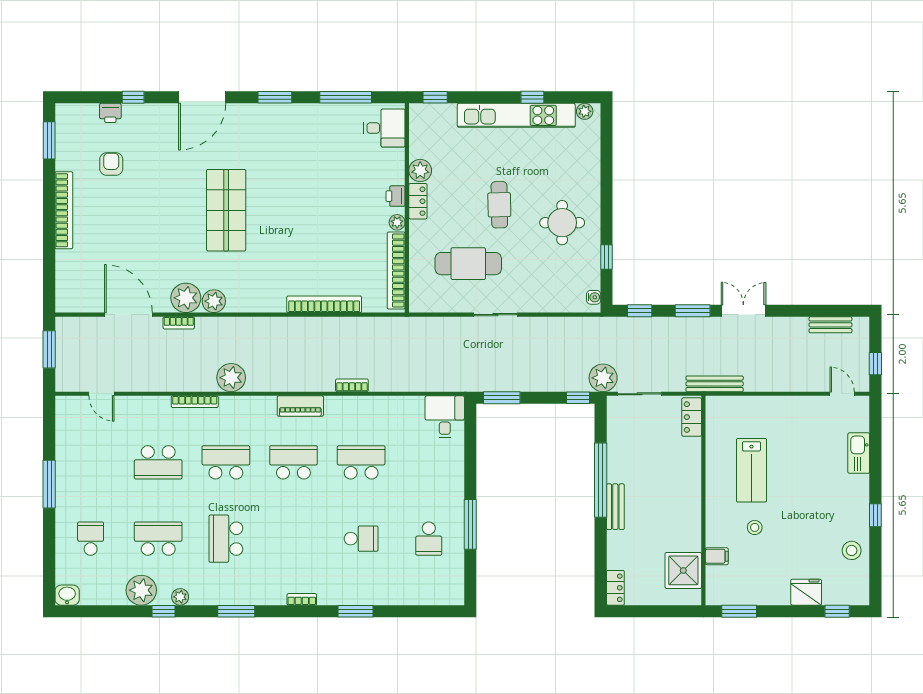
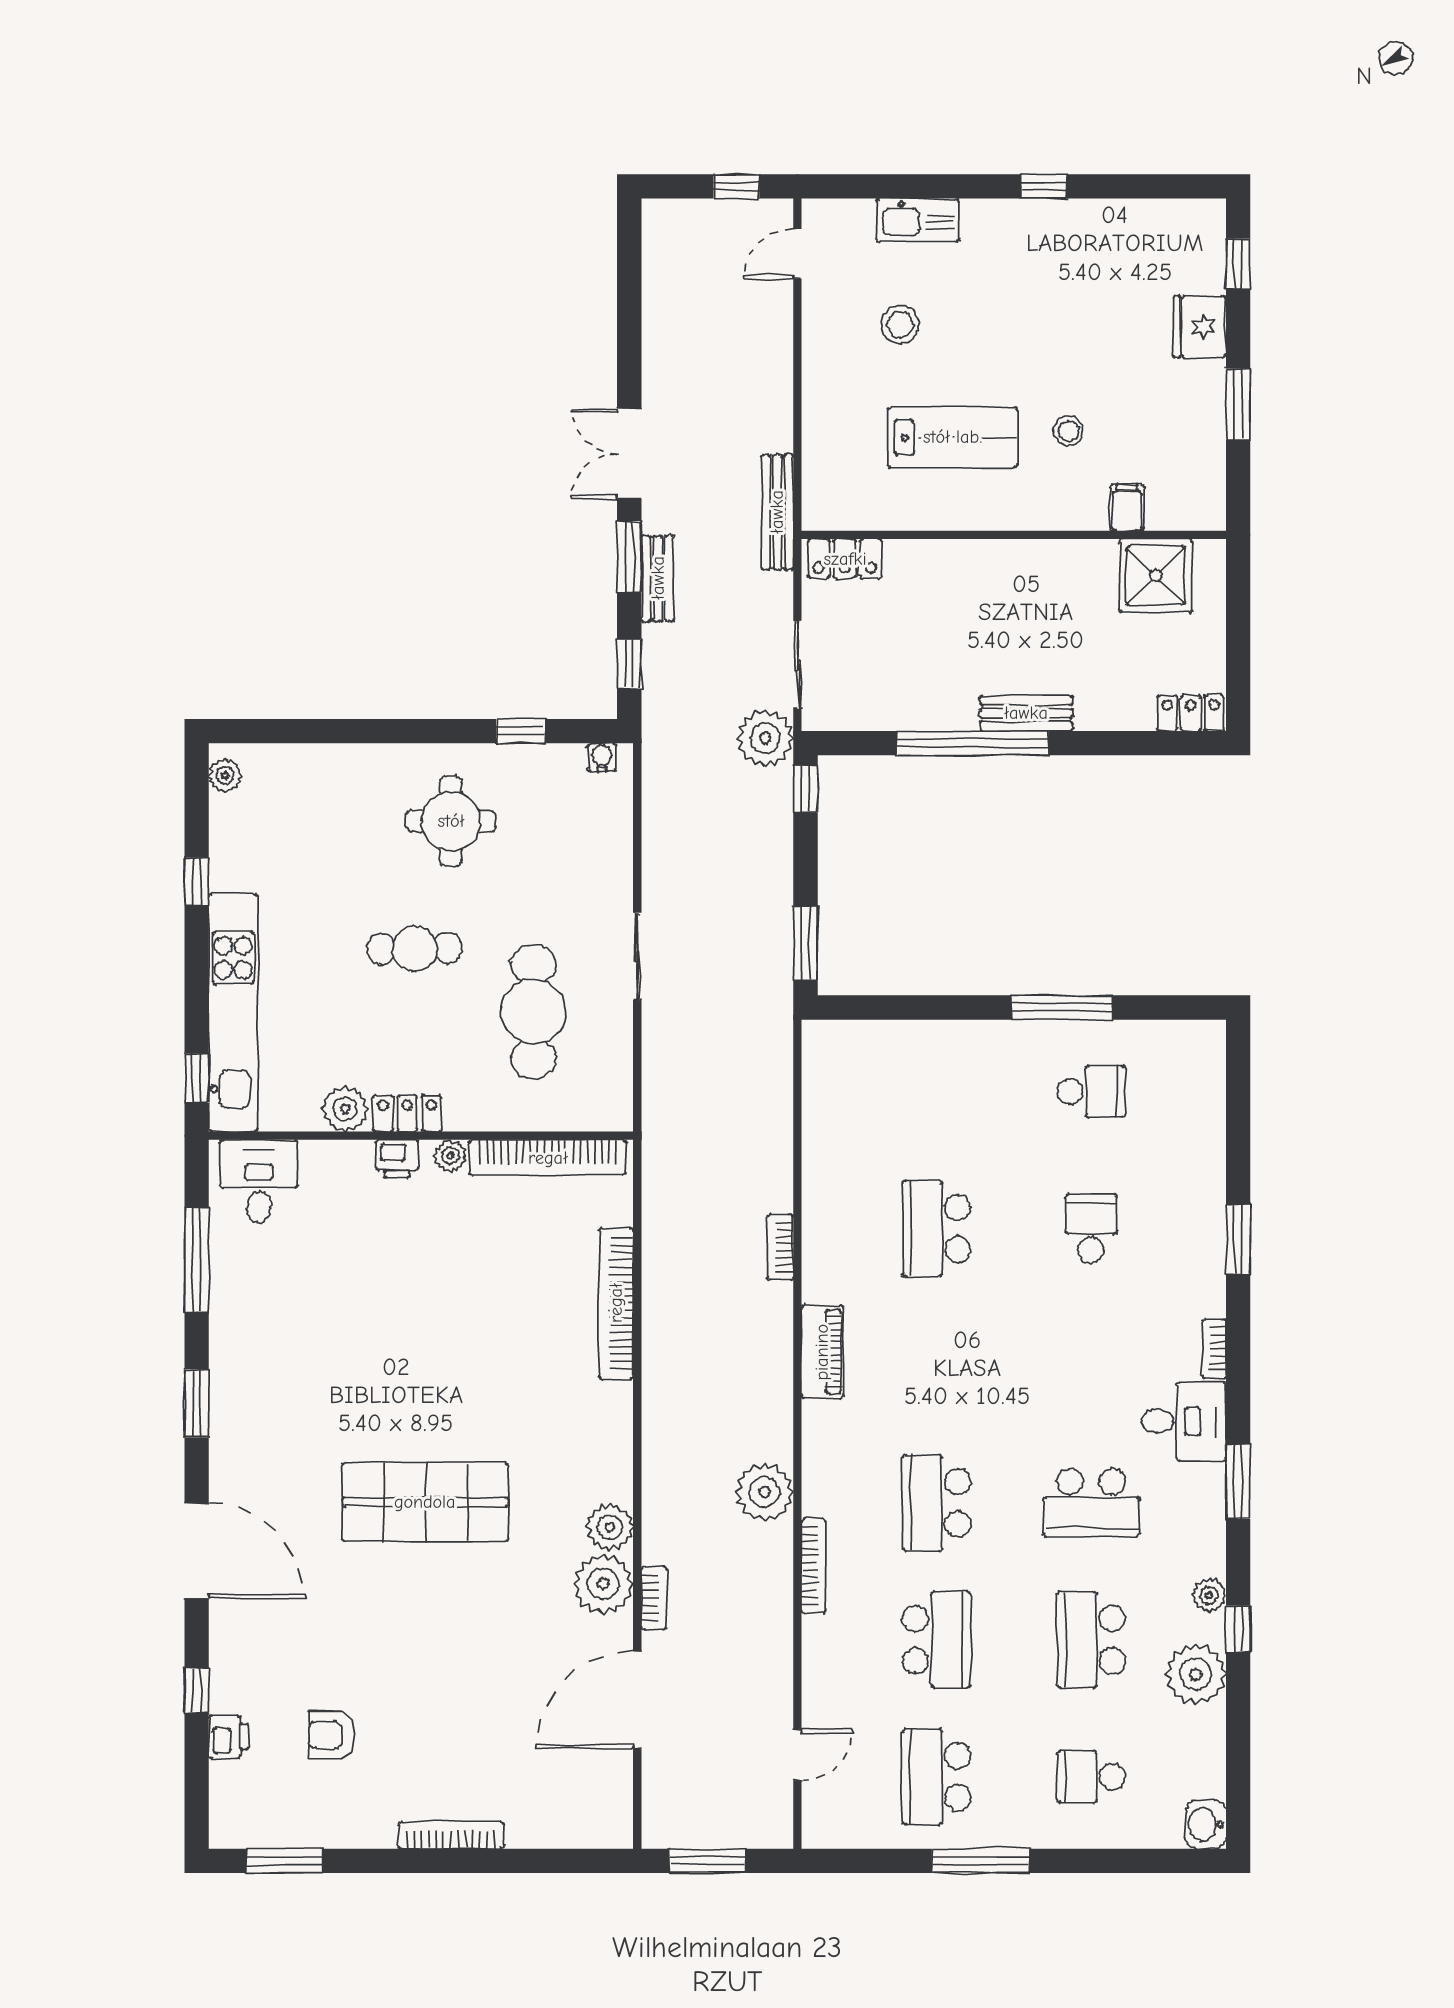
kitchen unit: (516, 115) -> (233, 1013), moved
bookcase: (64, 210) -> (451, 1835), width x0.68, depth x0.76
bench: (830, 325) -> (658, 578), moved
desk: (445, 417) -> (1184, 1421), moved, turned 180
school desk: (293, 462) -> (937, 1777), moved
stool: (852, 550) -> (900, 324), moved
window: (739, 611) -> (1238, 404), moved

